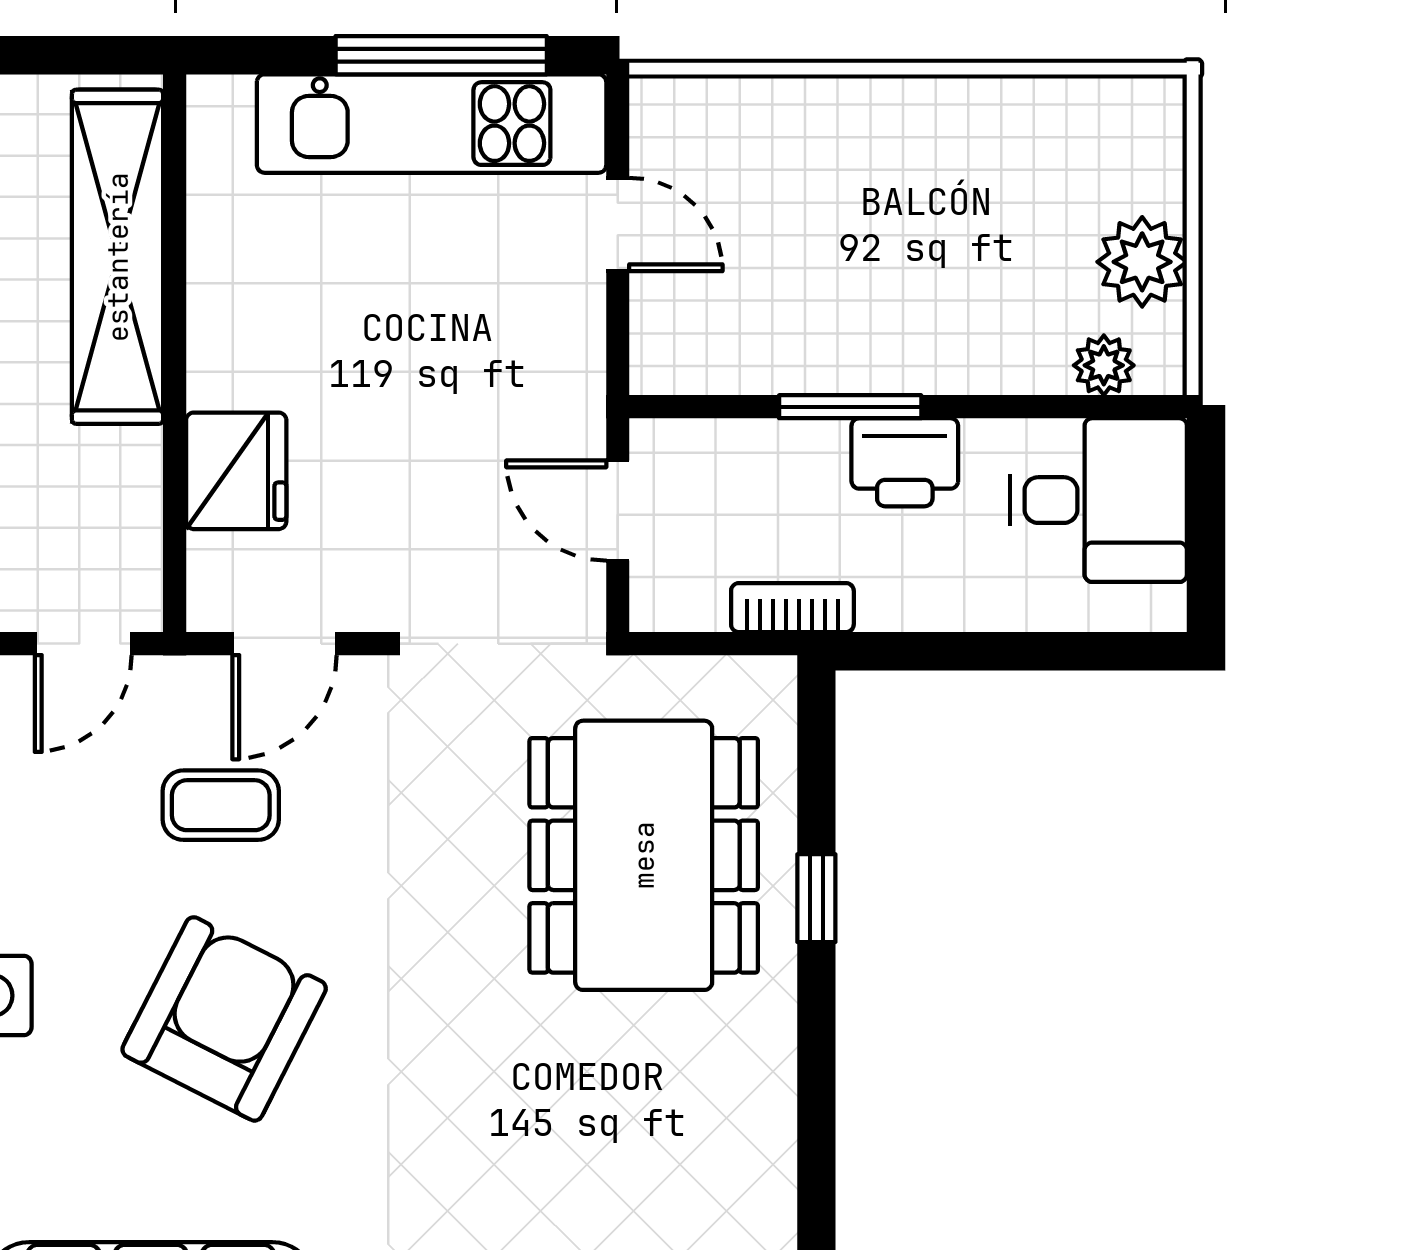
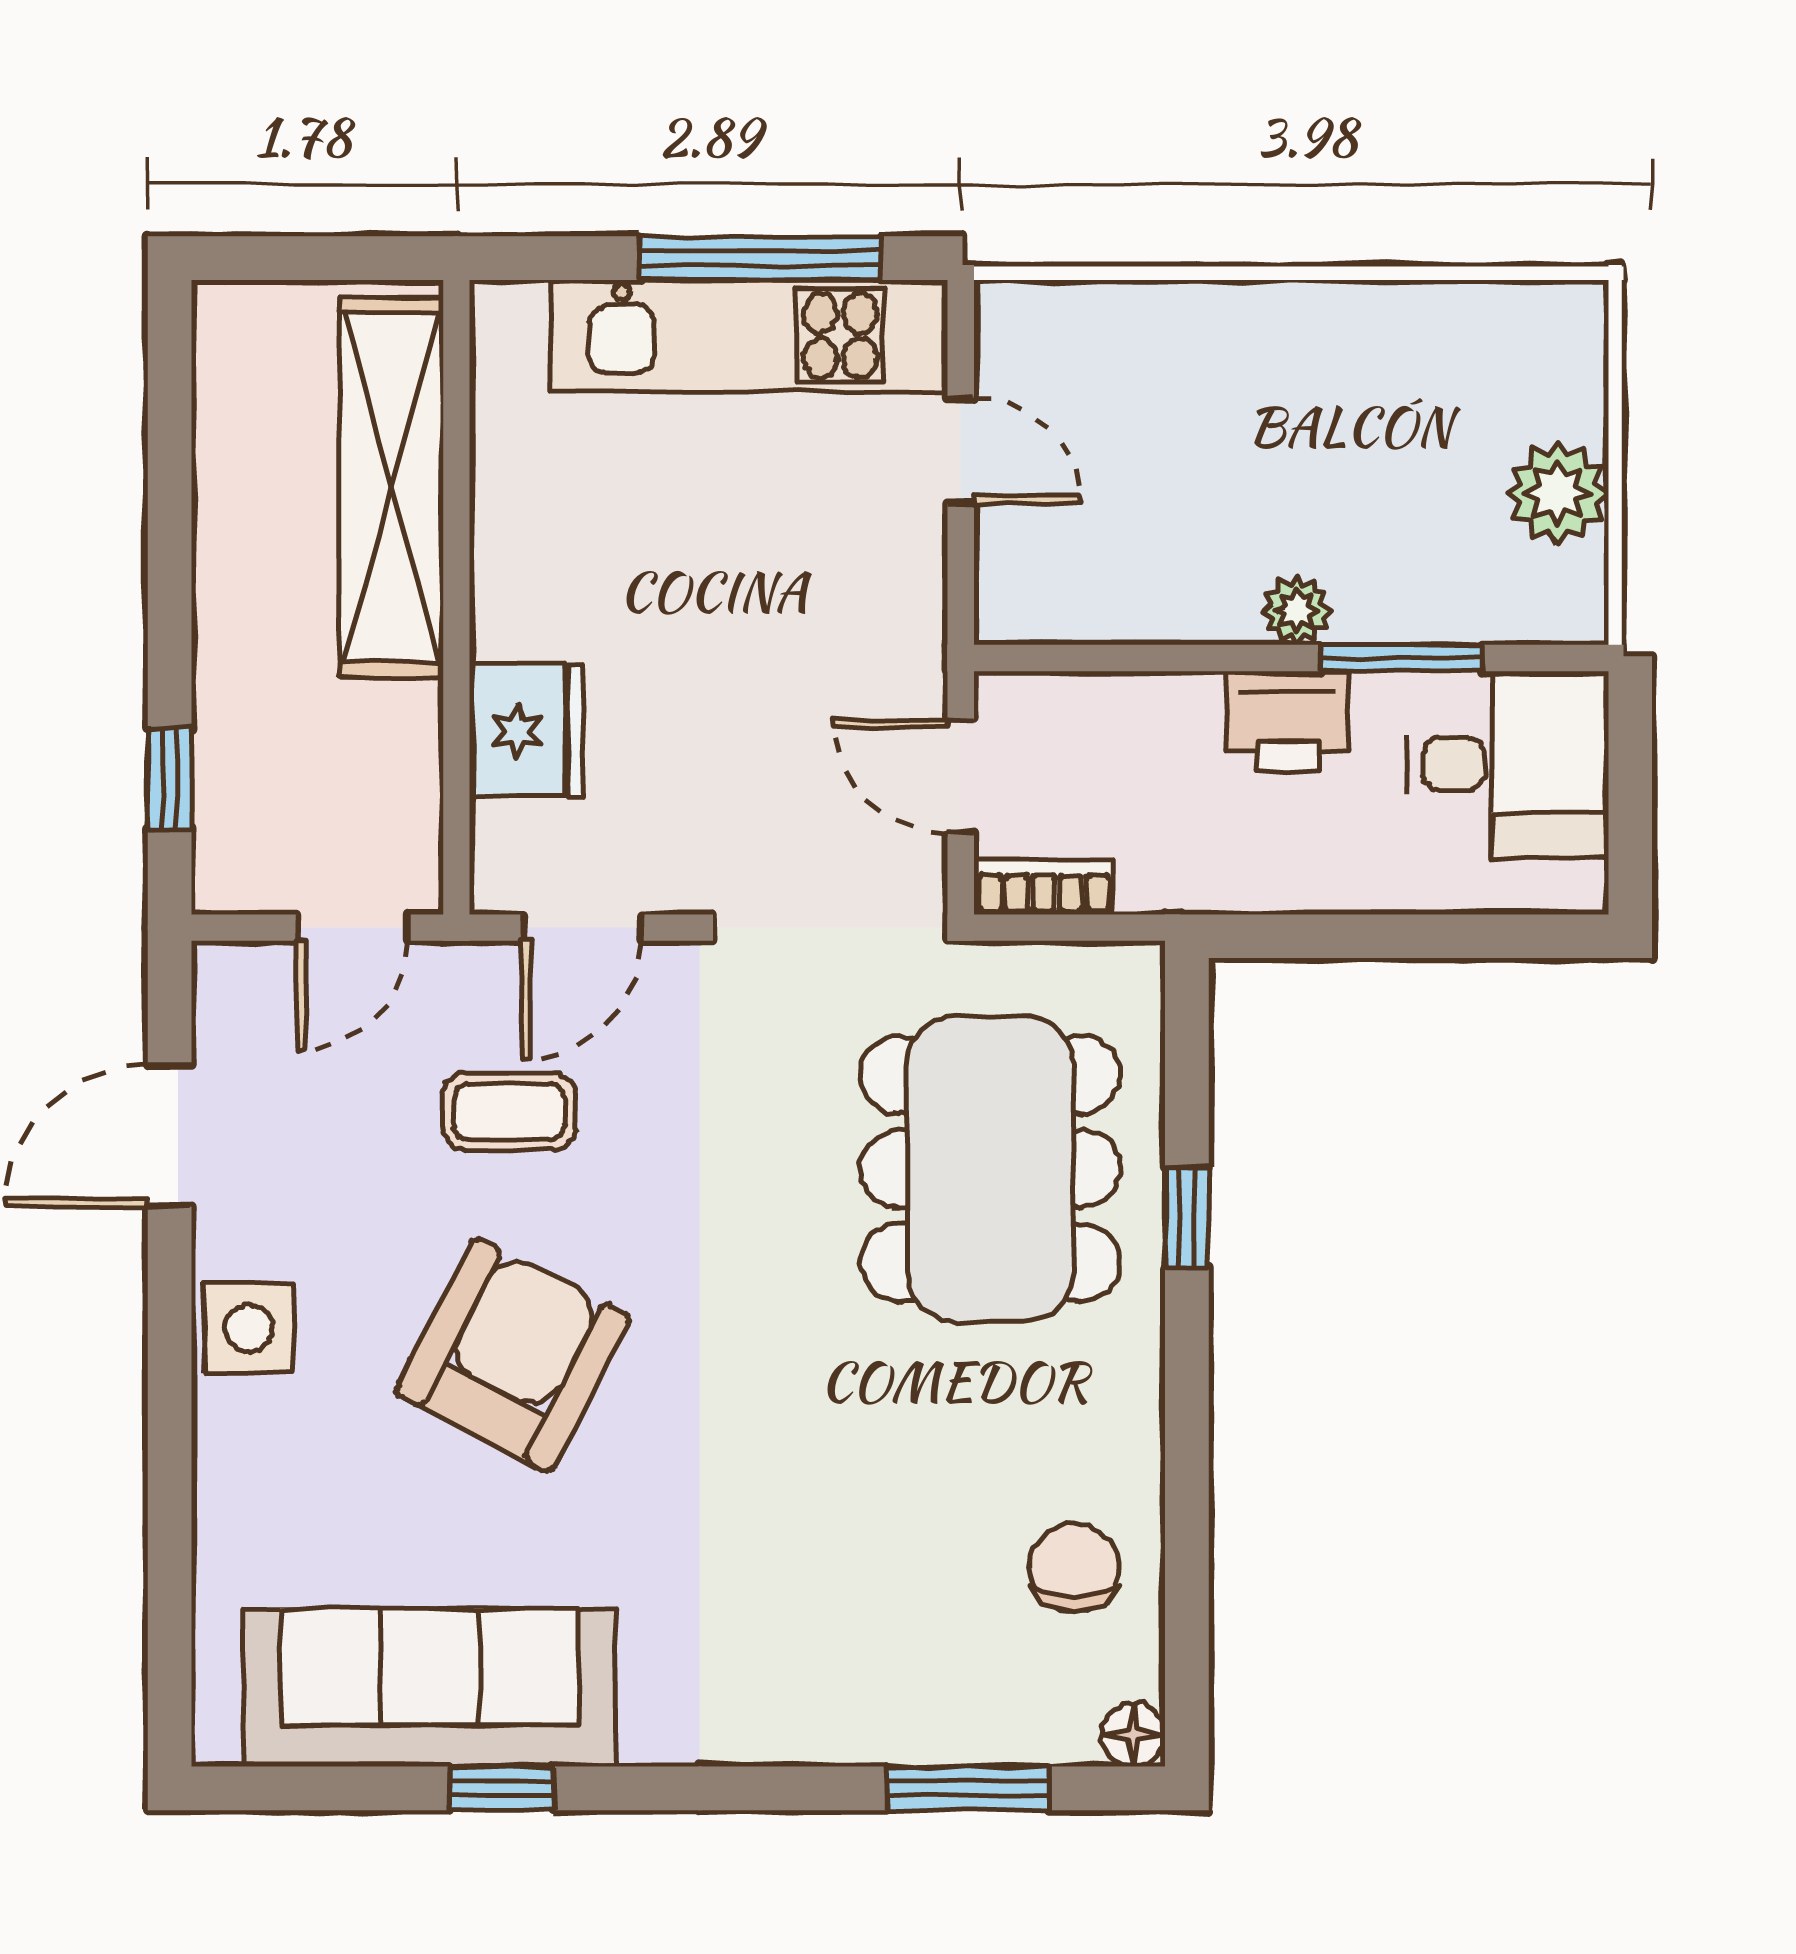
plant: (1104, 365) -> (1297, 611), moved
window: (850, 407) -> (1401, 658), moved
bookcase: (792, 608) -> (1044, 887), moved
chair: (717, 1206) -> (1074, 1568), added

